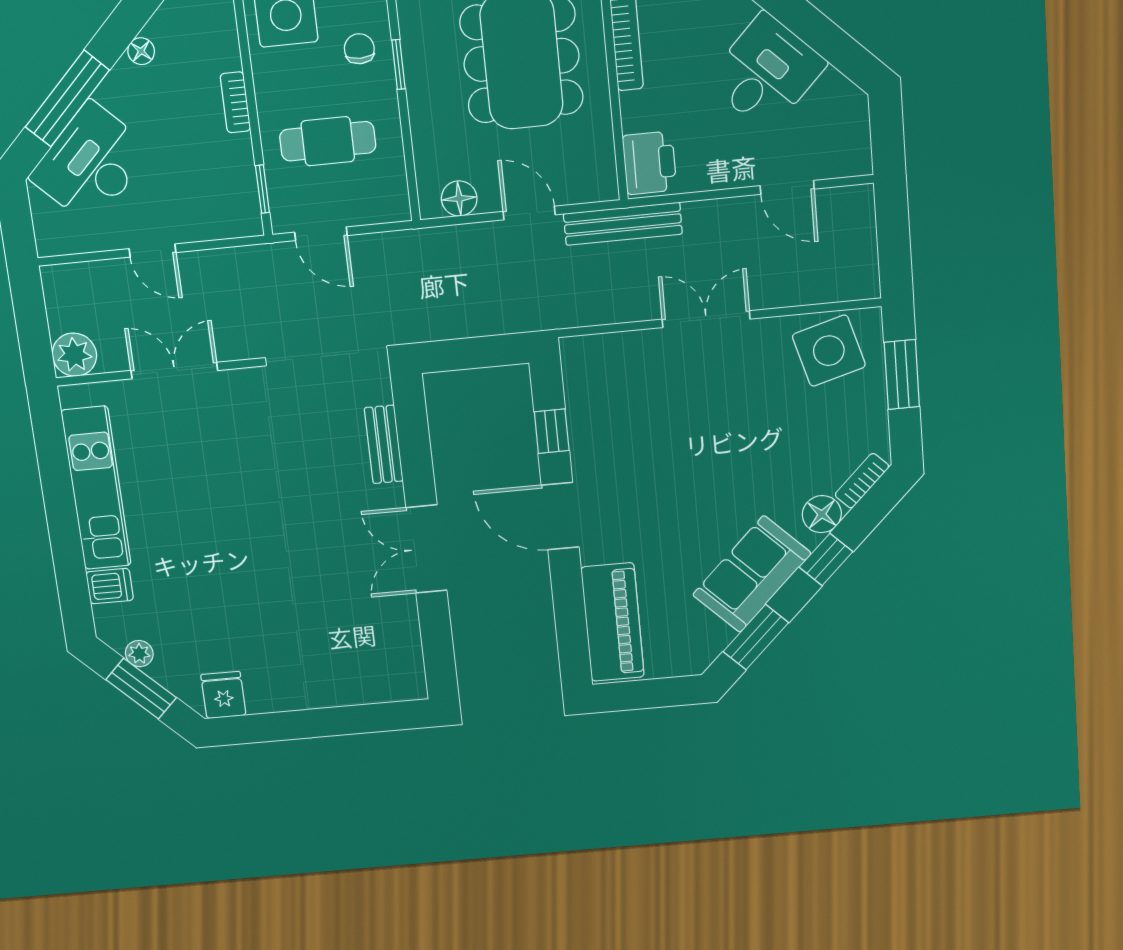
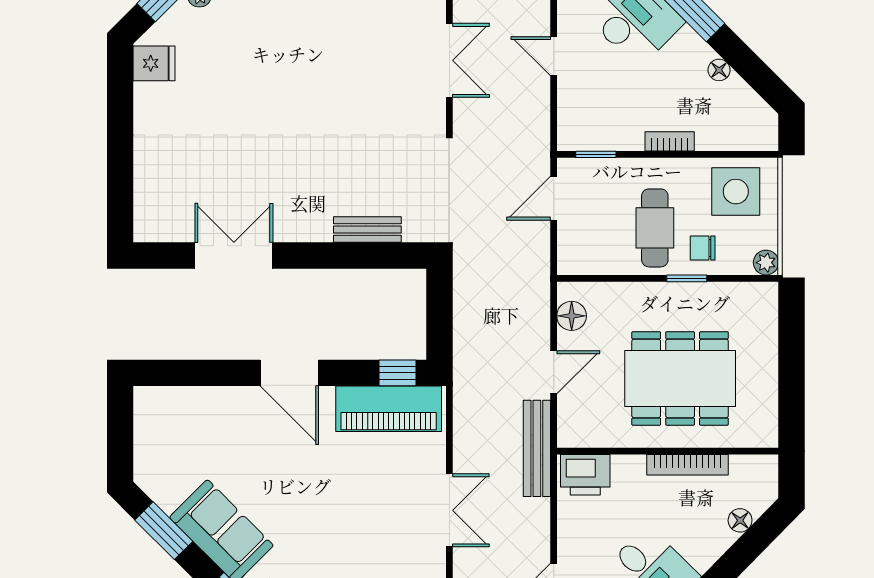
chair: (359, 49) -> (703, 248), turned 180
cafe table: (328, 141) -> (655, 228), moved
door: (152, 251) -> (554, 56), hinge flipped
window: (552, 431) -> (398, 373), moved
door: (560, 516) -> (289, 373), swing flipped
double door: (426, 549) -> (234, 256), moved
piano: (613, 622) -> (389, 409), moved

